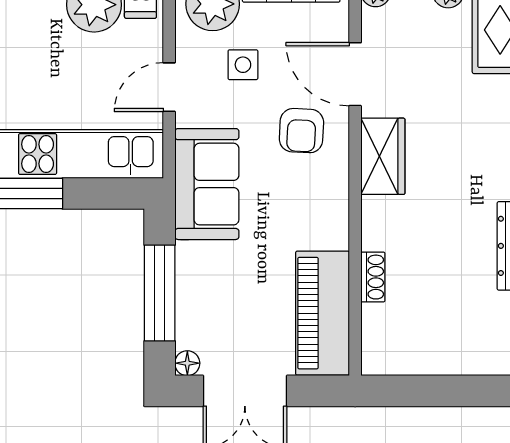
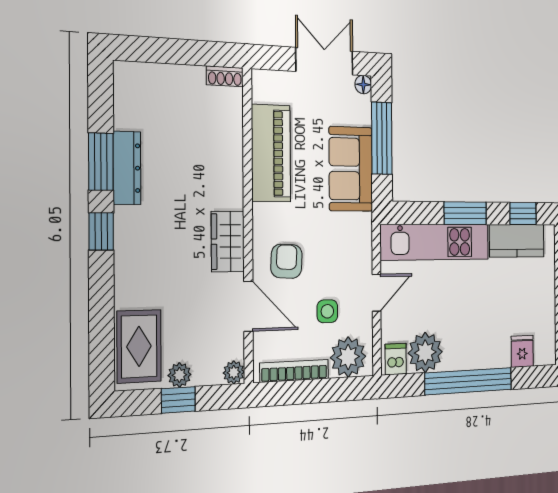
sofa: (207, 184) -> (351, 169), moved
shoe rack: (373, 277) -> (225, 76), moved, turned -90
piano: (323, 313) -> (271, 153), moved

